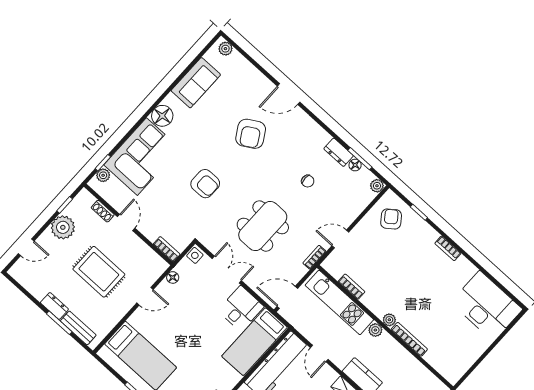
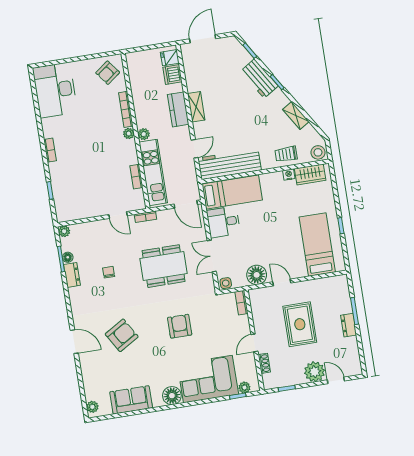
armchair: (391, 219) -> (108, 73), moved
plant: (63, 227) -> (315, 372), moved
floor lamp: (173, 277) -> (257, 275), width x1.89, depth x1.89
bench: (78, 328) -> (344, 297), removed

